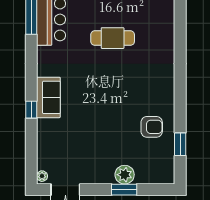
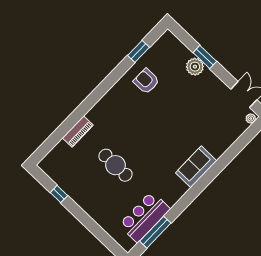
piano: (167, 36) -> (78, 132), added
window: (31, 110) -> (215, 170), removed

